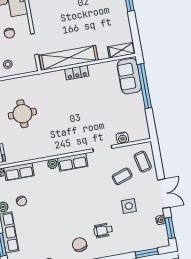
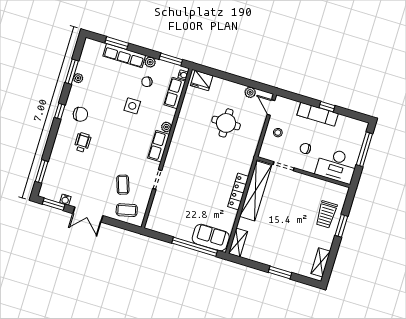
locker: (77, 73) -> (238, 191), width x1.53
water cooler: (122, 138) -> (158, 203), removed
side table: (129, 206) -> (132, 106), moved

